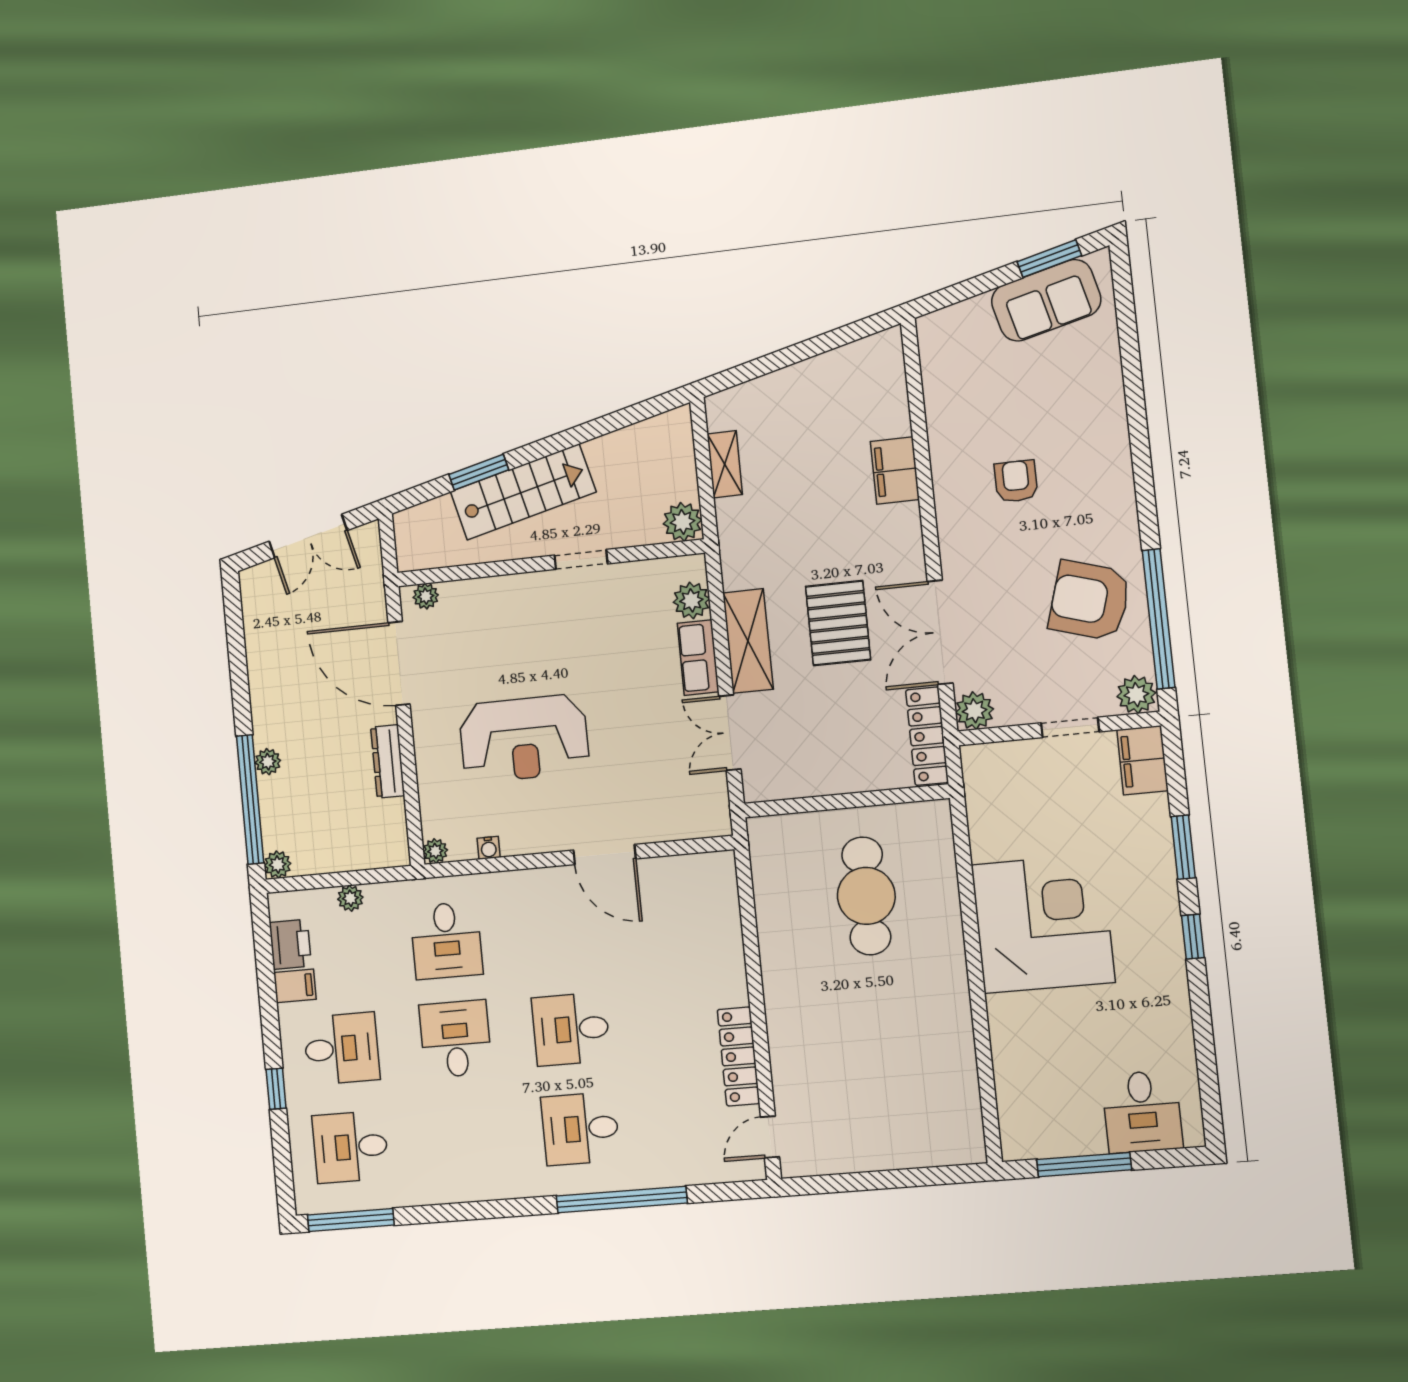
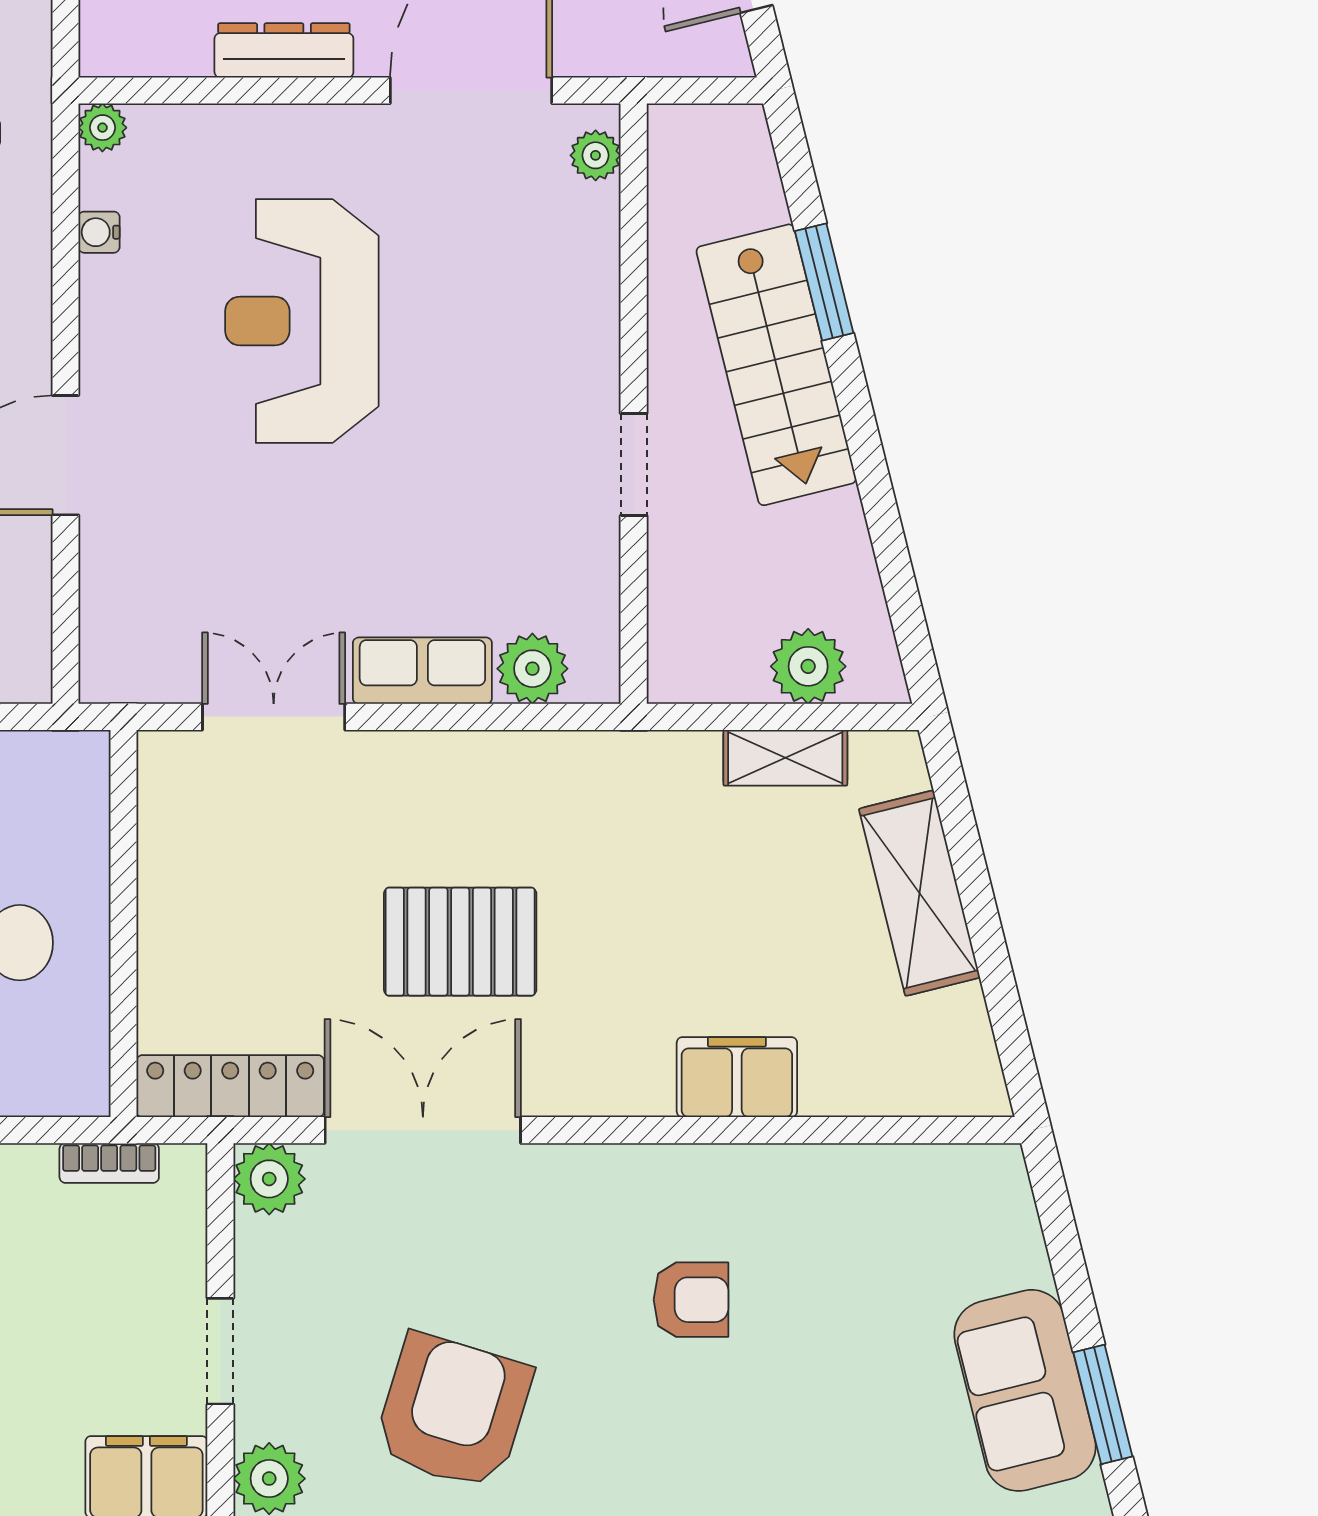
plant: (683, 522) -> (808, 666), moved
shelving: (748, 641) -> (919, 893), moved, turned 76
bookcase: (975, 796) -> (109, 1163), added

